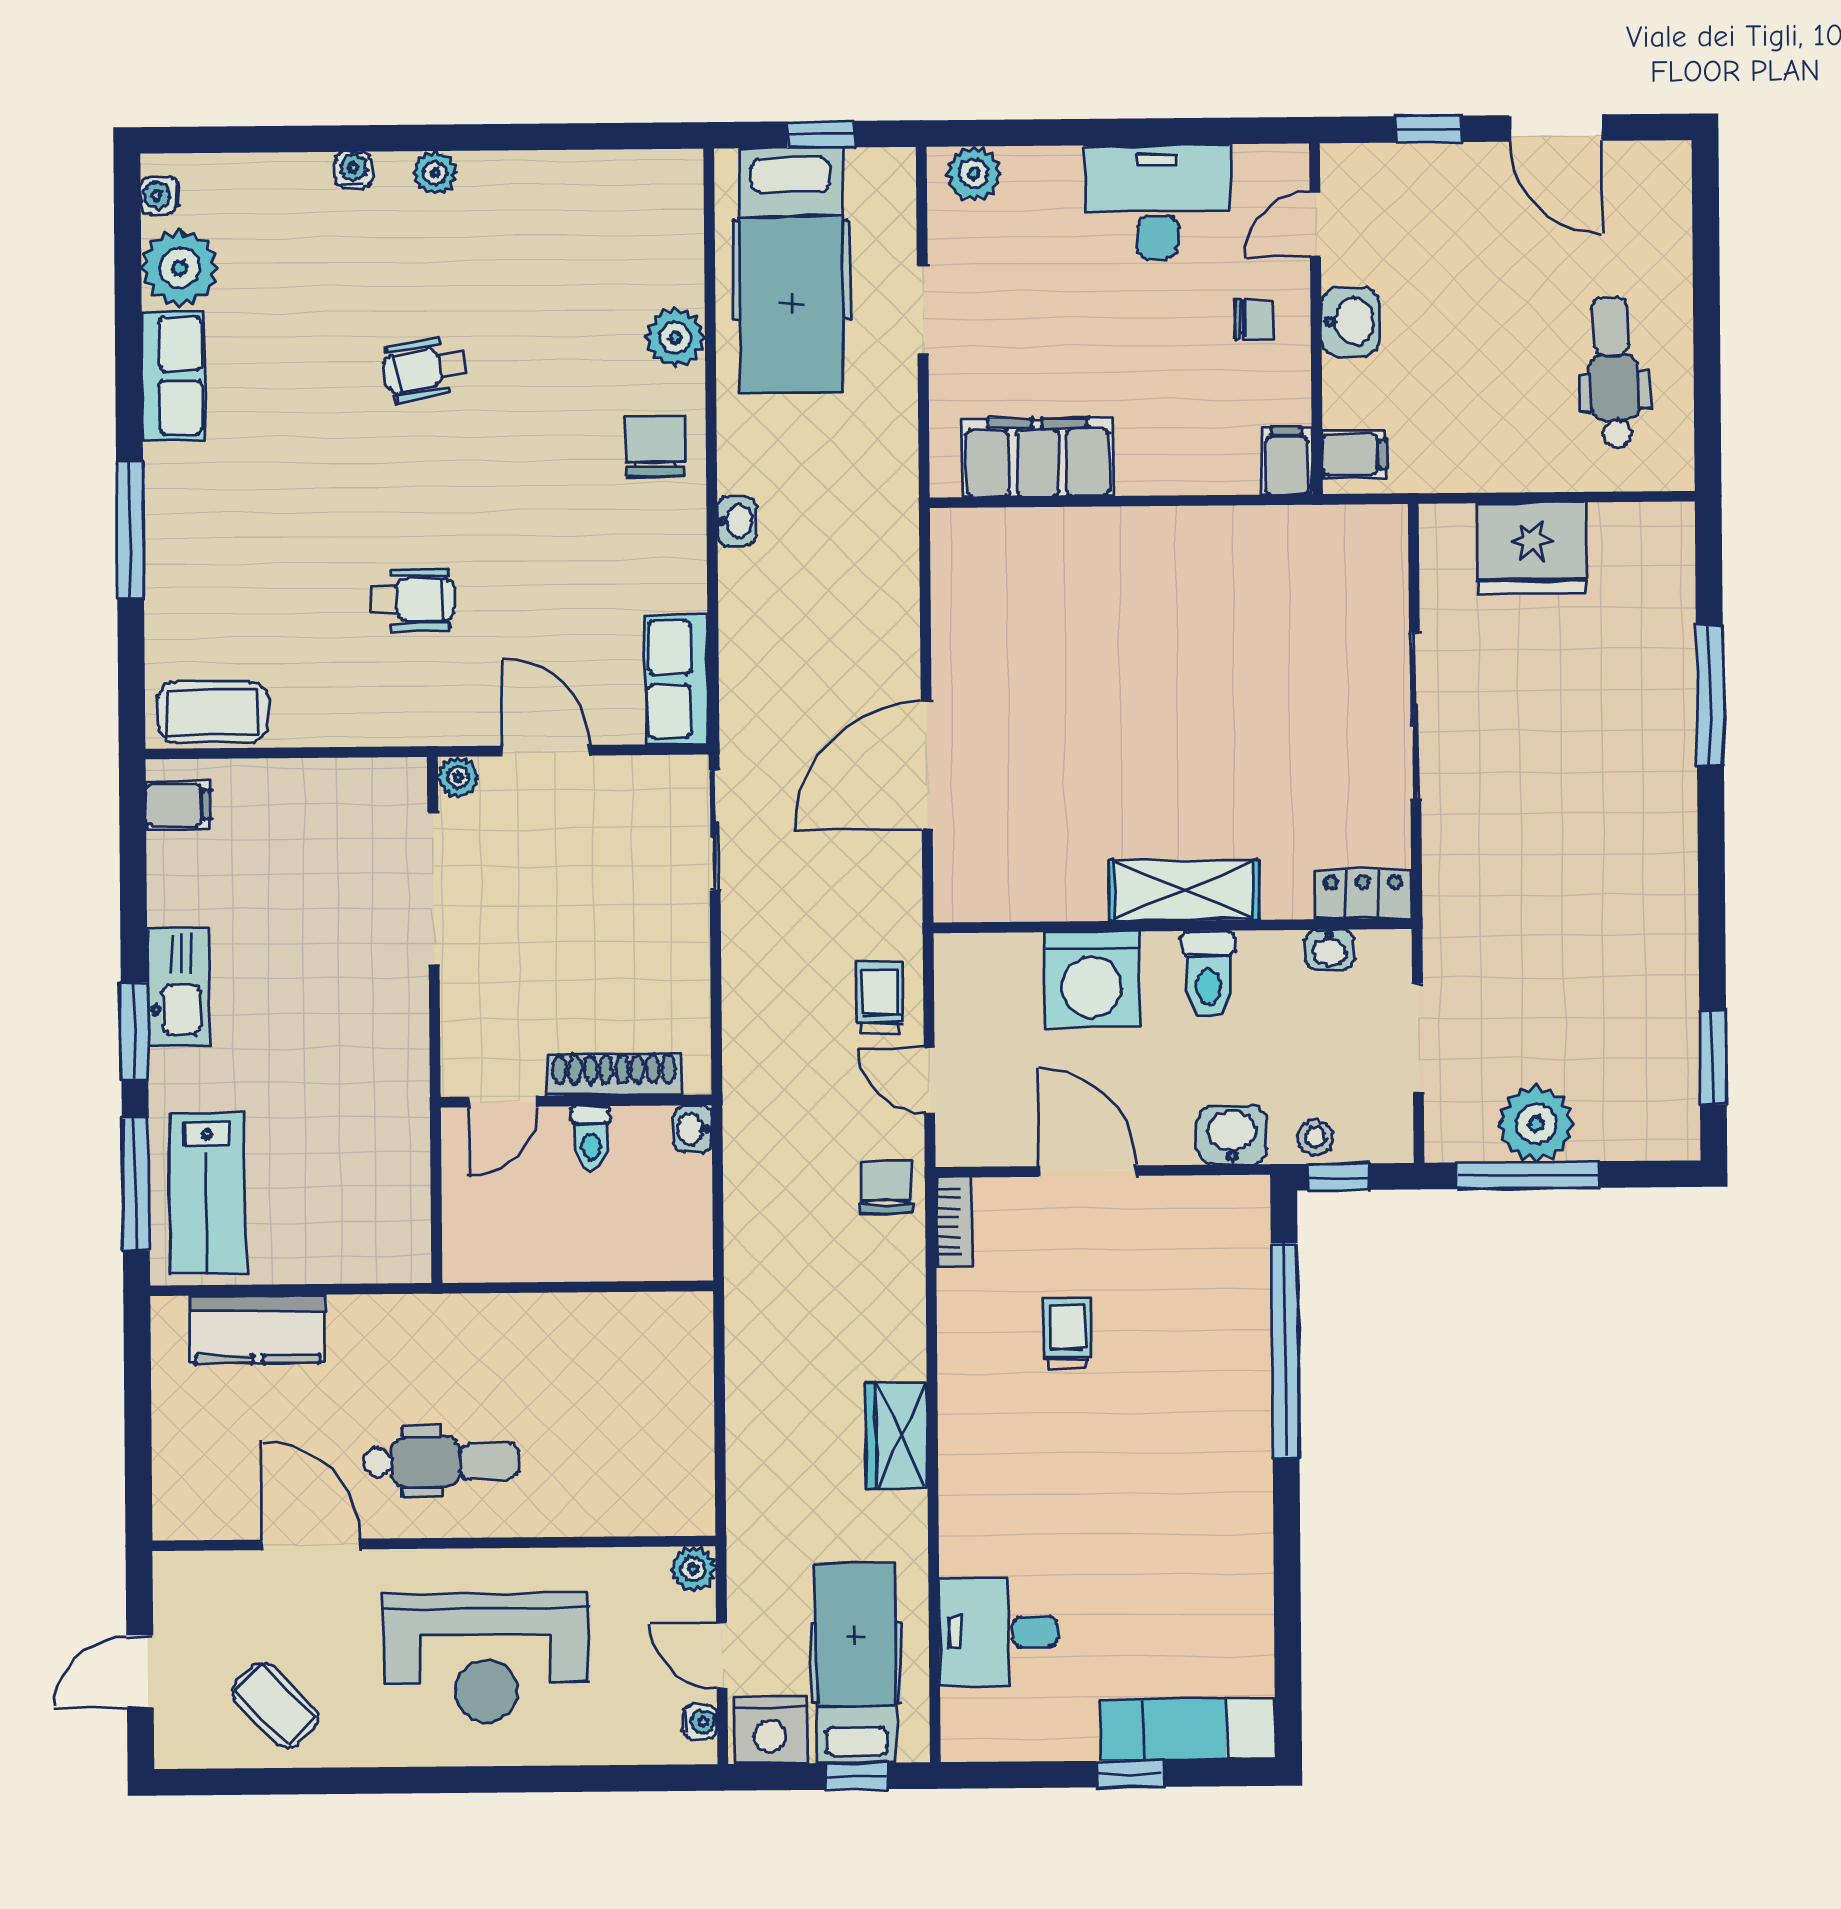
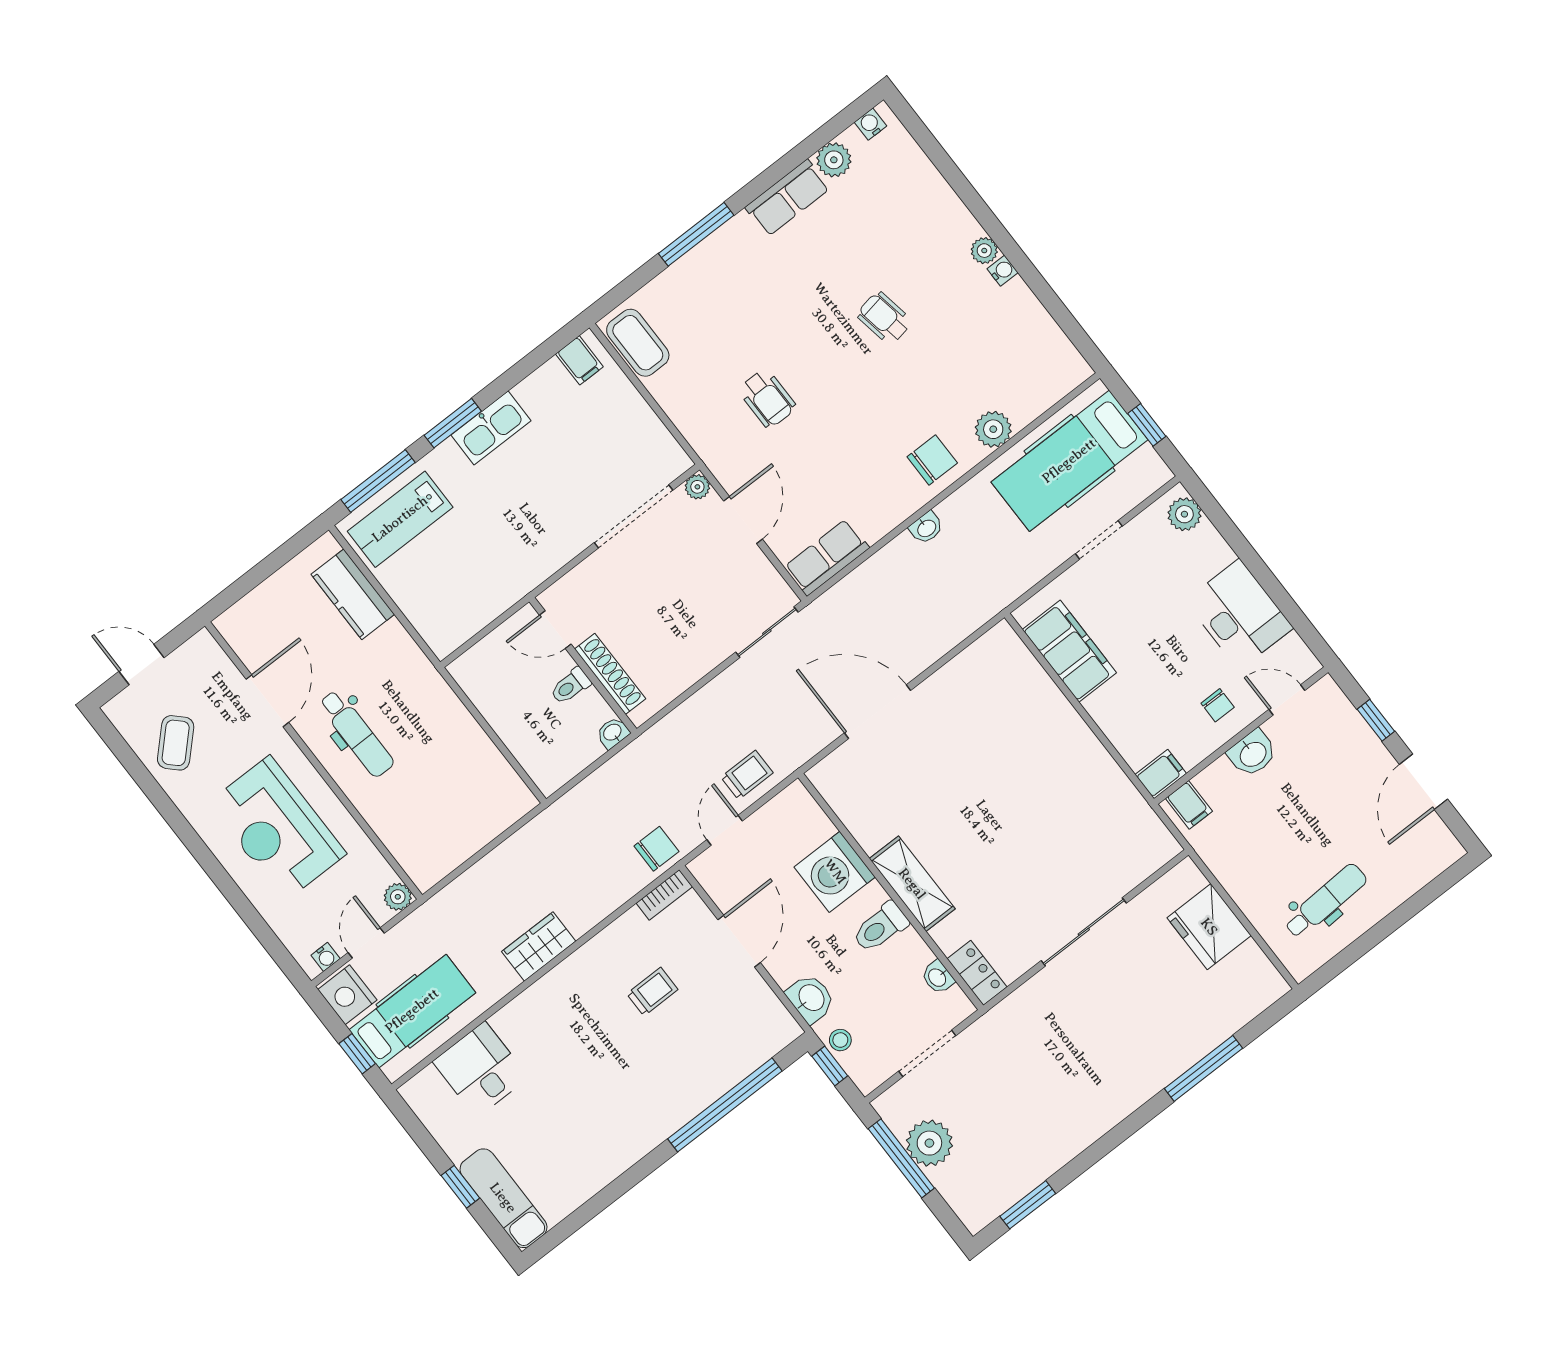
water cooler: (353, 170) -> (1003, 271), moved
plant: (180, 268) -> (834, 160), width x0.73, depth x0.73

